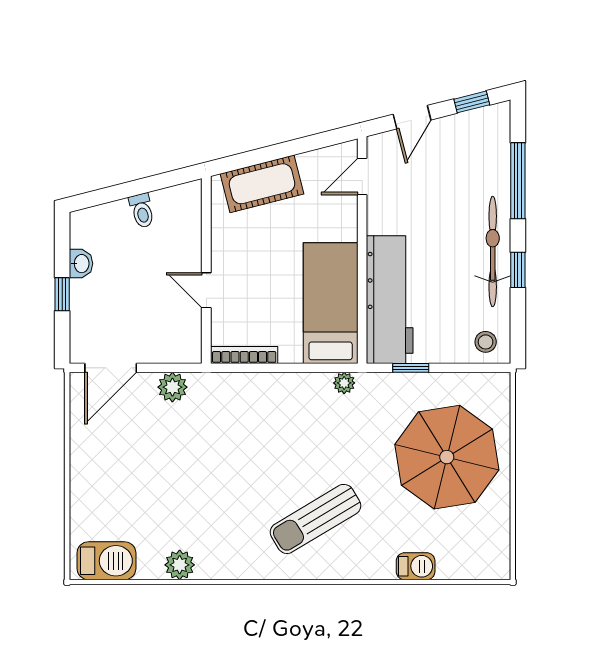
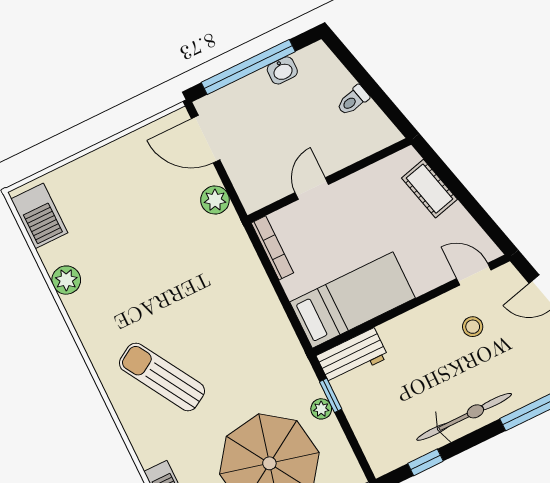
cot: (262, 184) -> (430, 189), width x0.73, depth x0.75
window: (518, 270) -> (425, 462), moved
window: (62, 294) -> (248, 67), width x3.17
workbench: (390, 300) -> (352, 357), width x0.53, depth x0.76
stool: (486, 342) -> (473, 327), moved
plant: (344, 383) -> (321, 409), moved

